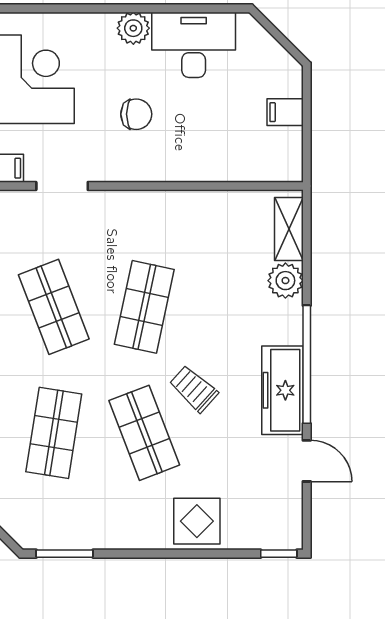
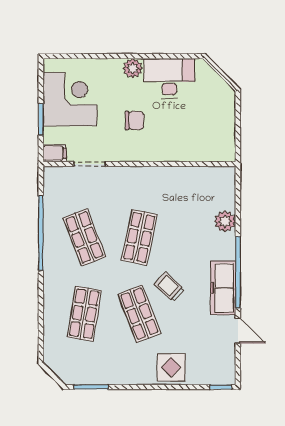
filing cabinet: (285, 112) -> (225, 119), removed
shelving: (289, 229) -> (227, 190), removed

